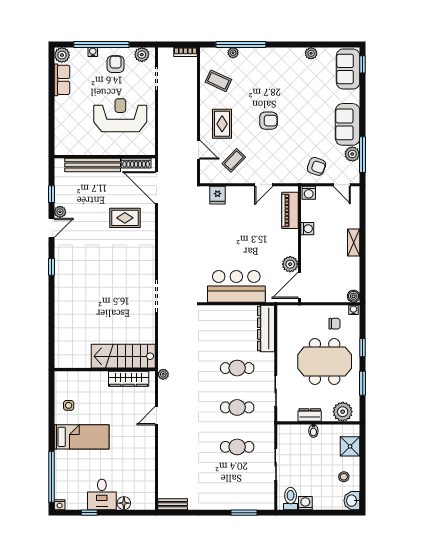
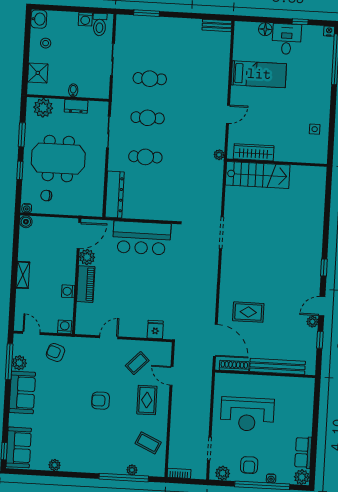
piano: (290, 210) -> (86, 284), moved
bed: (82, 437) -> (259, 74), moved, turned 180

